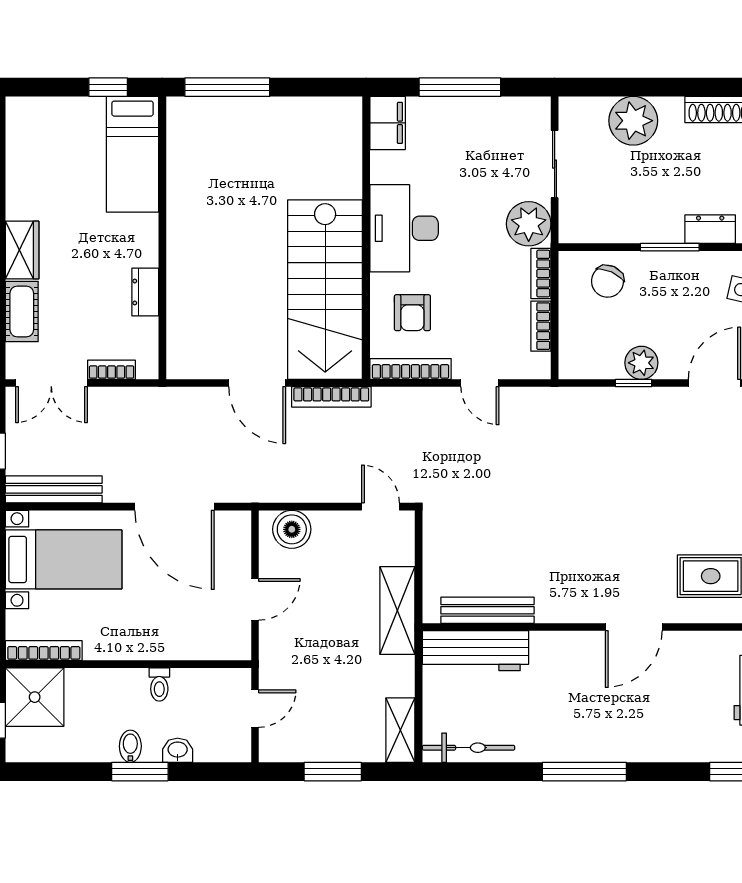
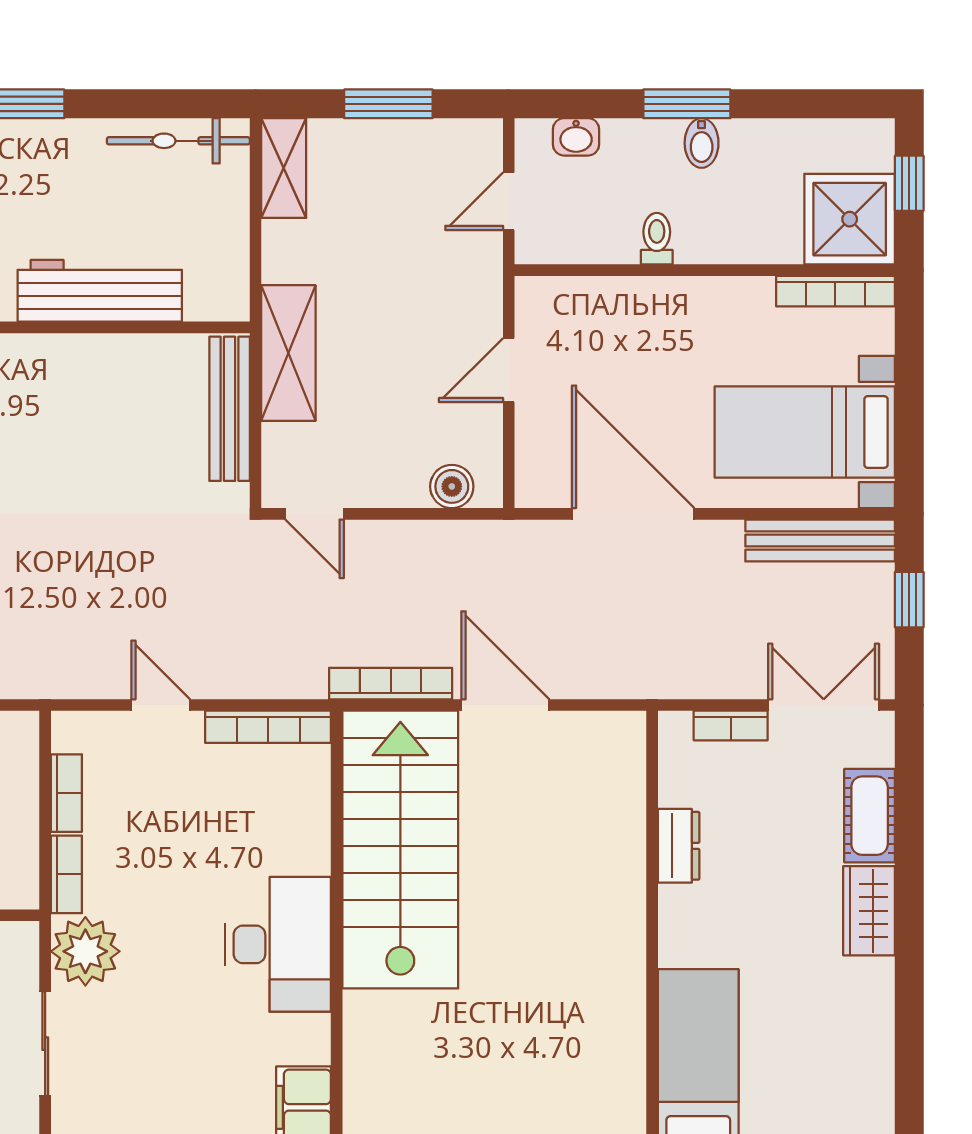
armchair: (412, 313) -> (265, 814), removed
boiler: (292, 529) -> (452, 486), width x0.73, depth x0.73
bench: (487, 610) -> (230, 409), moved, turned 90
workbench: (476, 651) -> (100, 291), moved
washbasin: (178, 750) -> (576, 137), moved

